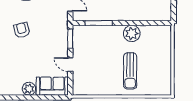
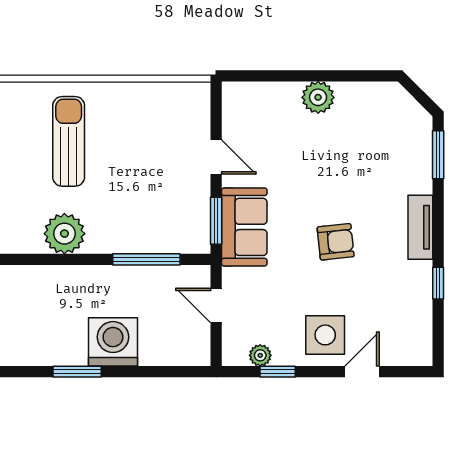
armchair: (22, 30) -> (336, 242), turned -82
sofa: (52, 86) -> (244, 227), moved, turned -90

